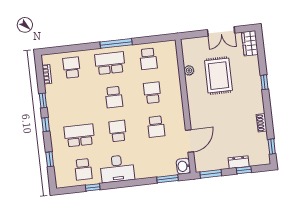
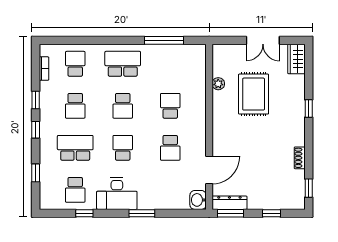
window: (116, 43) -> (164, 40), moved
school desk: (148, 59) -> (75, 106), moved
dresser: (239, 162) -> (229, 203), moved, width x1.44
window: (168, 179) -> (142, 213), moved

